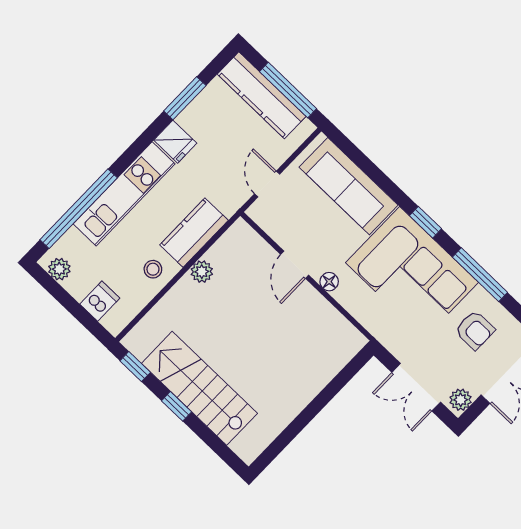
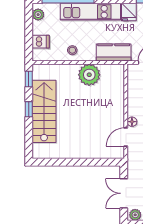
kitchen counter: (194, 233) -> (114, 52), moved
door: (295, 265) -> (126, 137), moved
plant: (202, 272) -> (89, 75), width x1.87, depth x1.87

